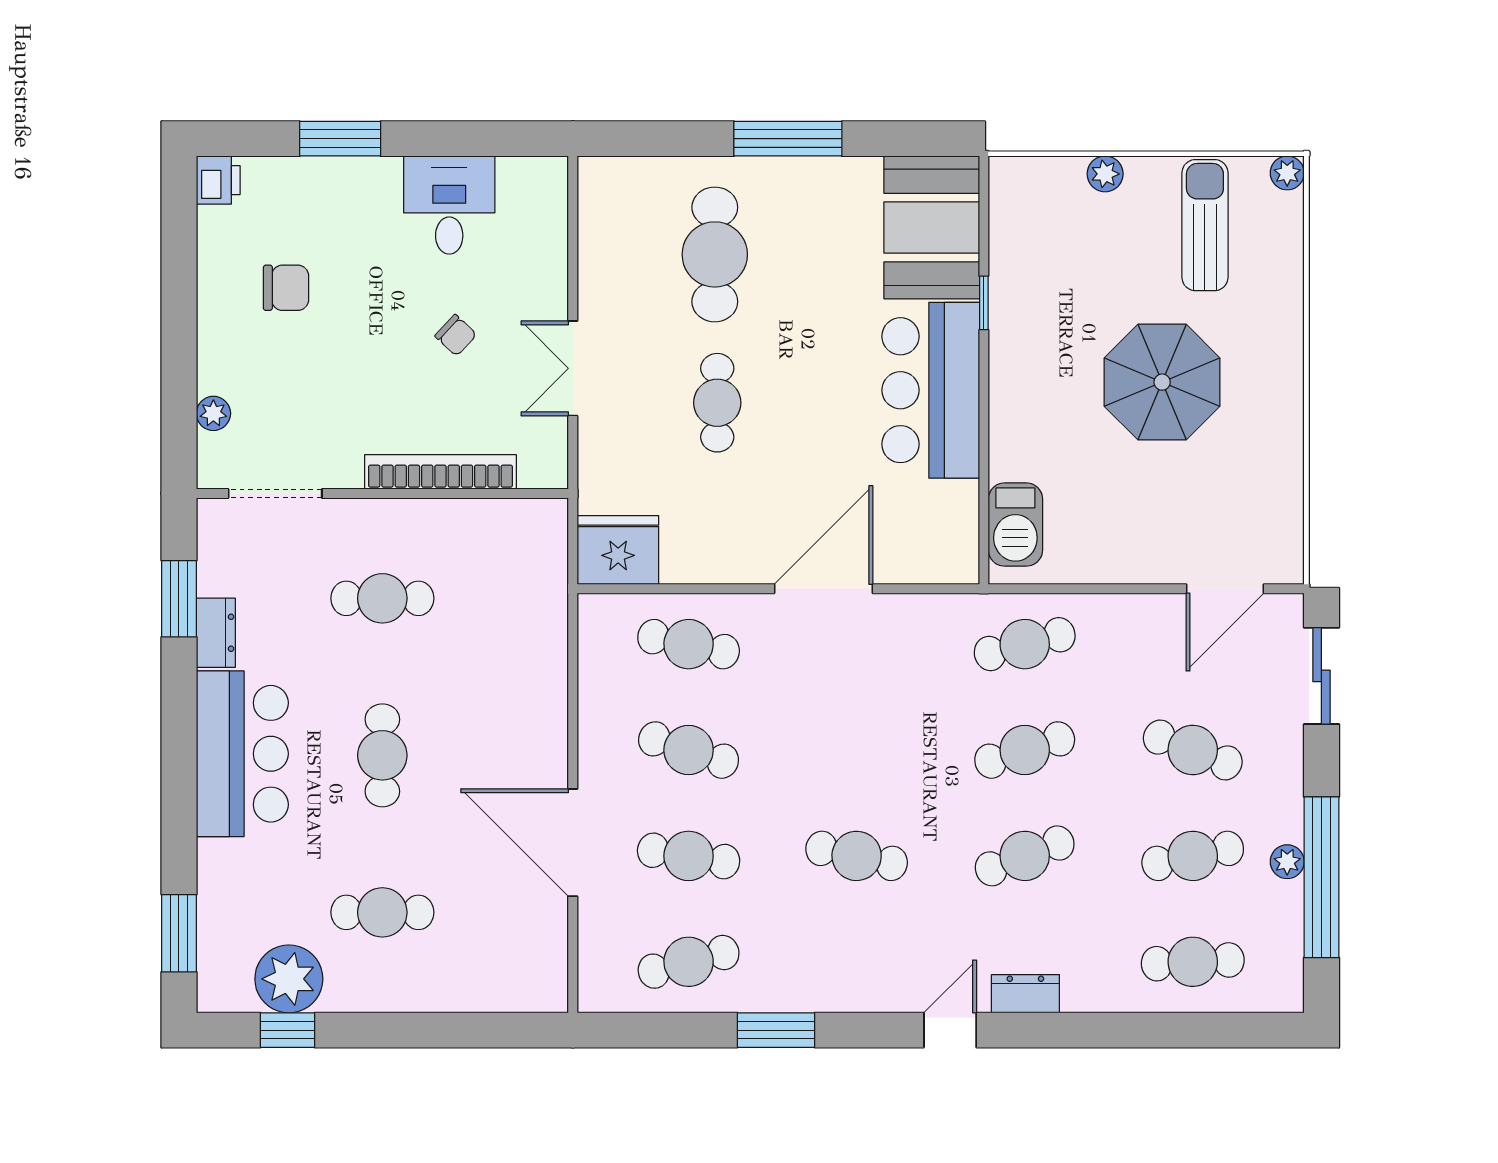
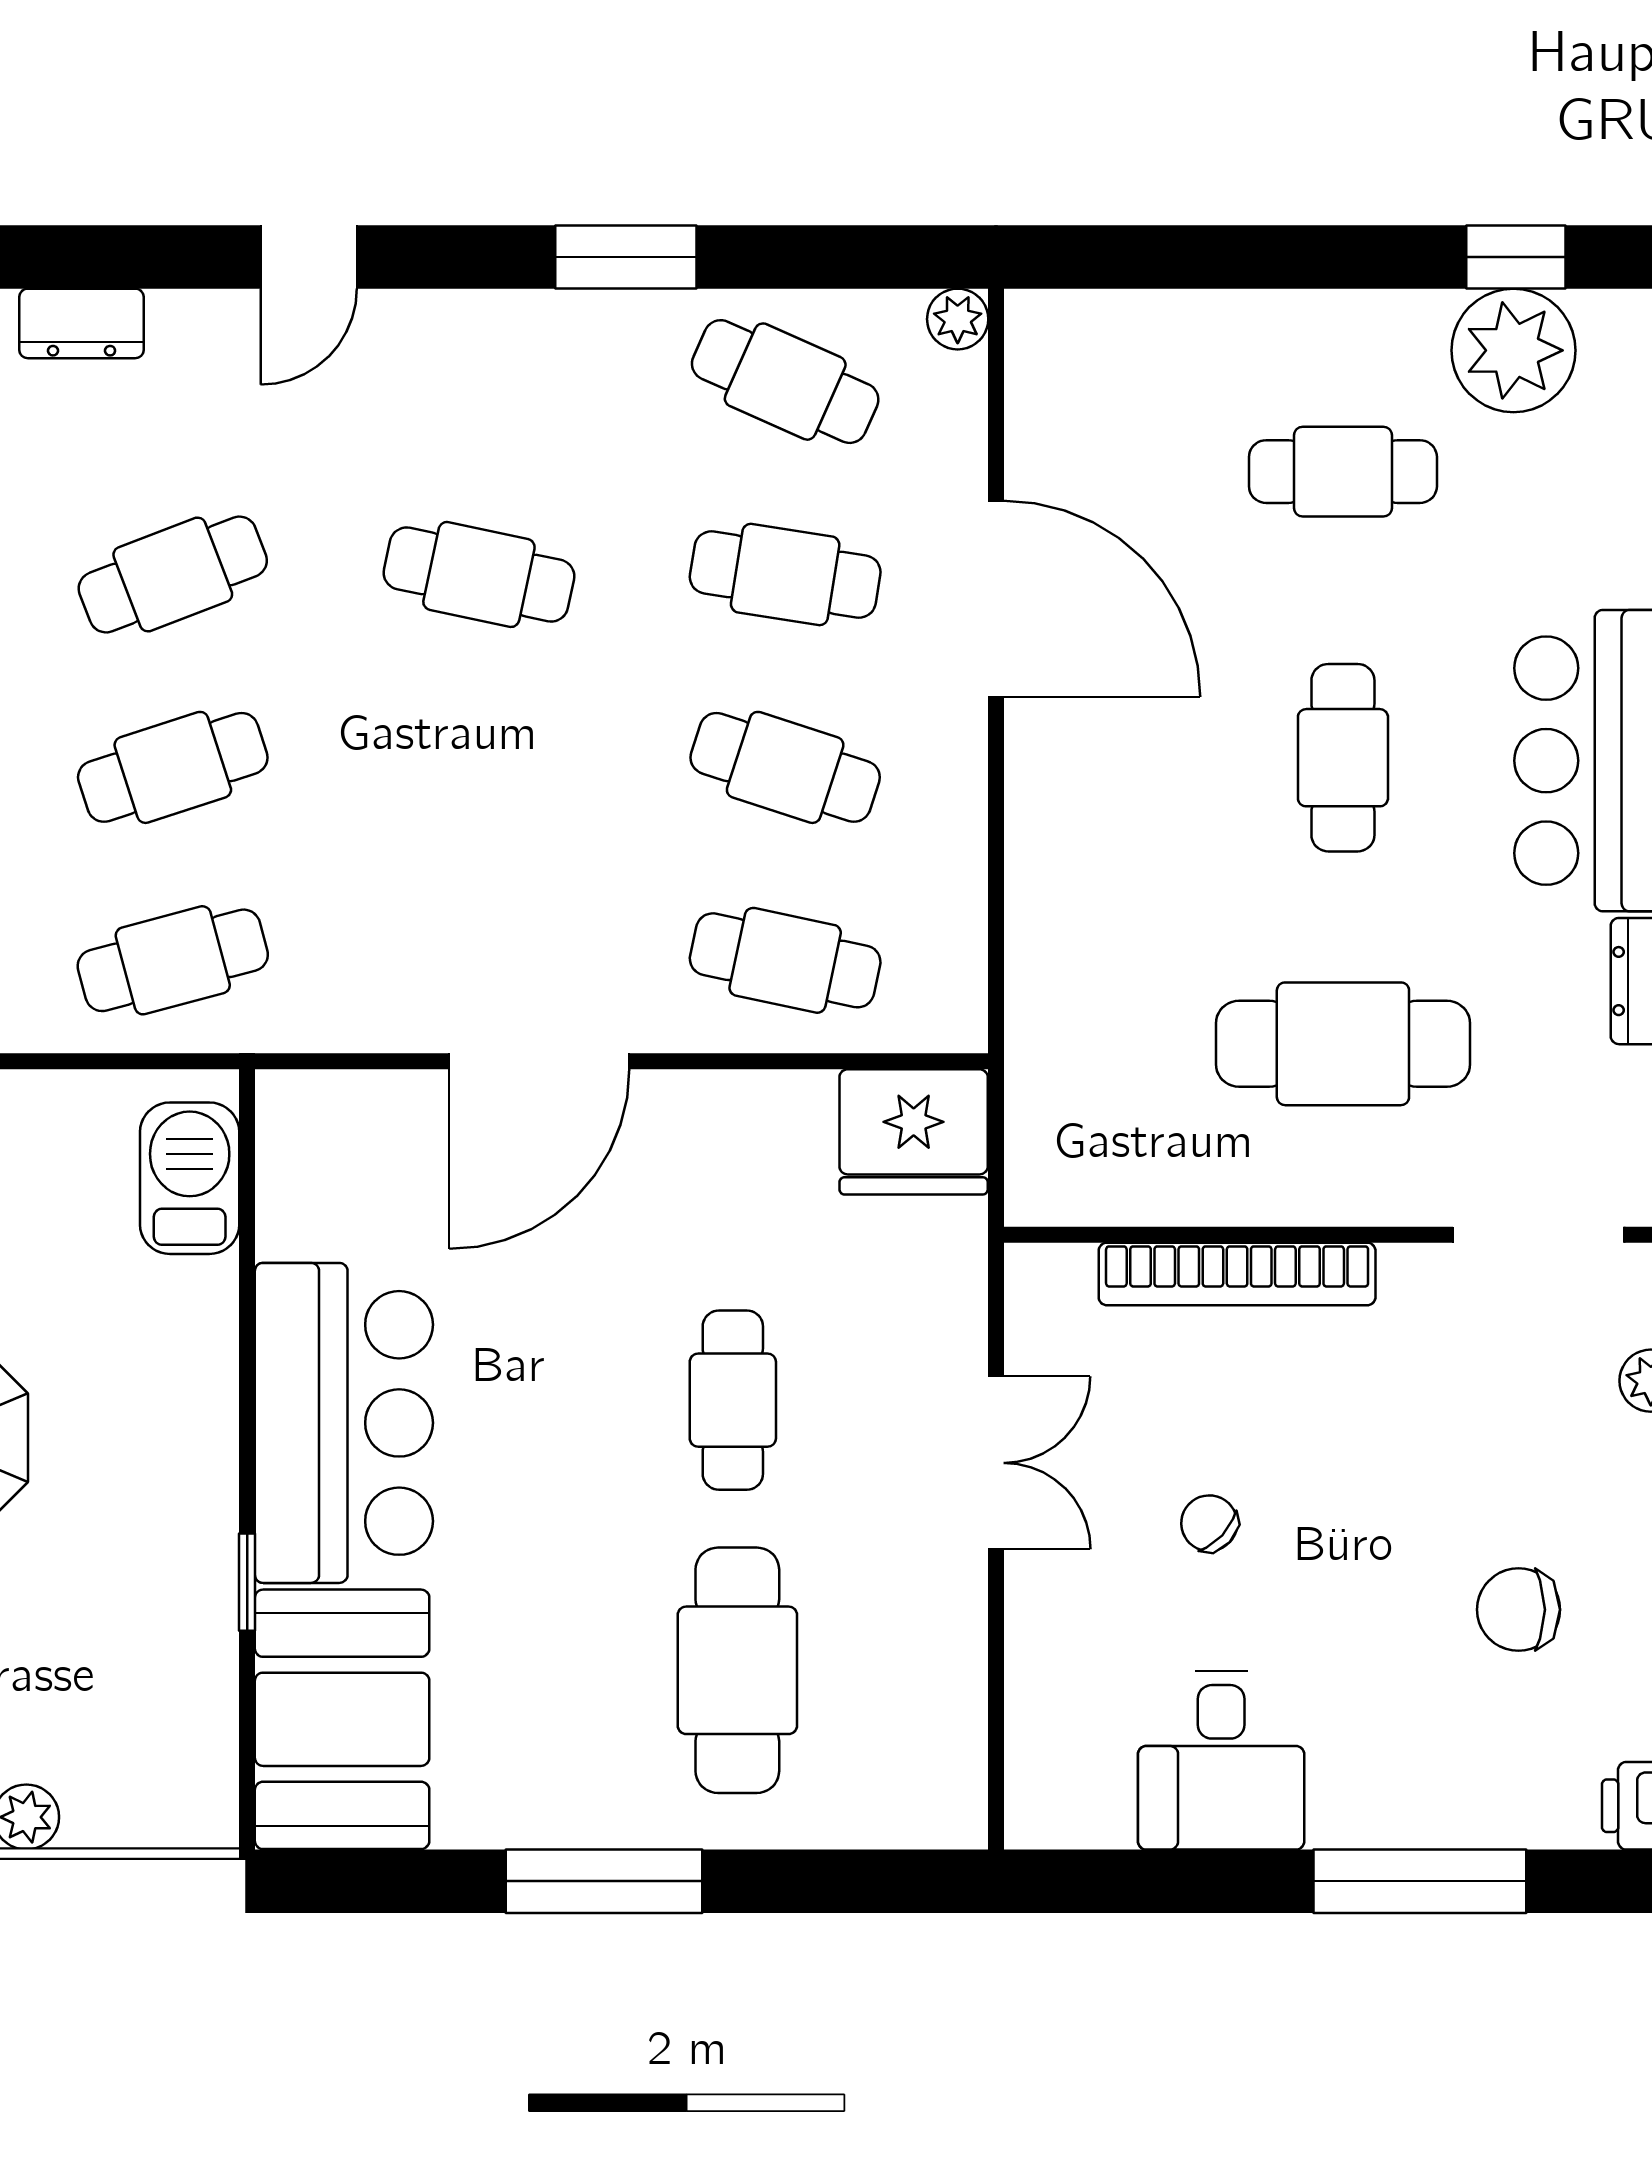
window: (340, 139) -> (1420, 1881), width x1.44
cafe table: (382, 598) -> (1343, 1044), width x1.37, depth x1.35
cafe table: (689, 962) -> (785, 382), turned 39
dresser: (1025, 994) -> (82, 323), moved
plant: (594, 996) -> (958, 319), added

